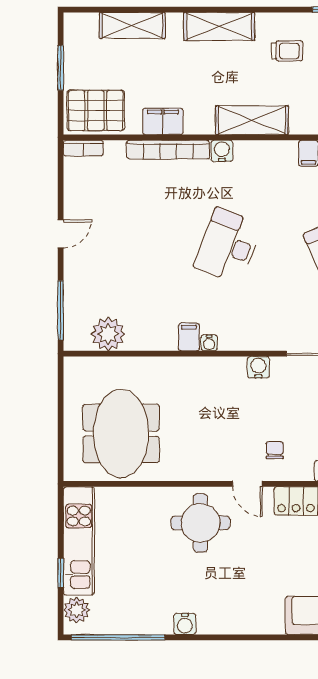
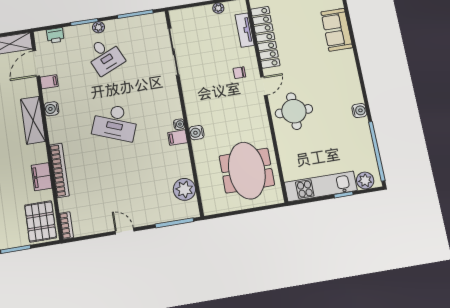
water cooler: (222, 151) -> (51, 109), moved
water cooler: (258, 367) -> (197, 133), moved
meeting table: (121, 433) -> (247, 171), turned 90

